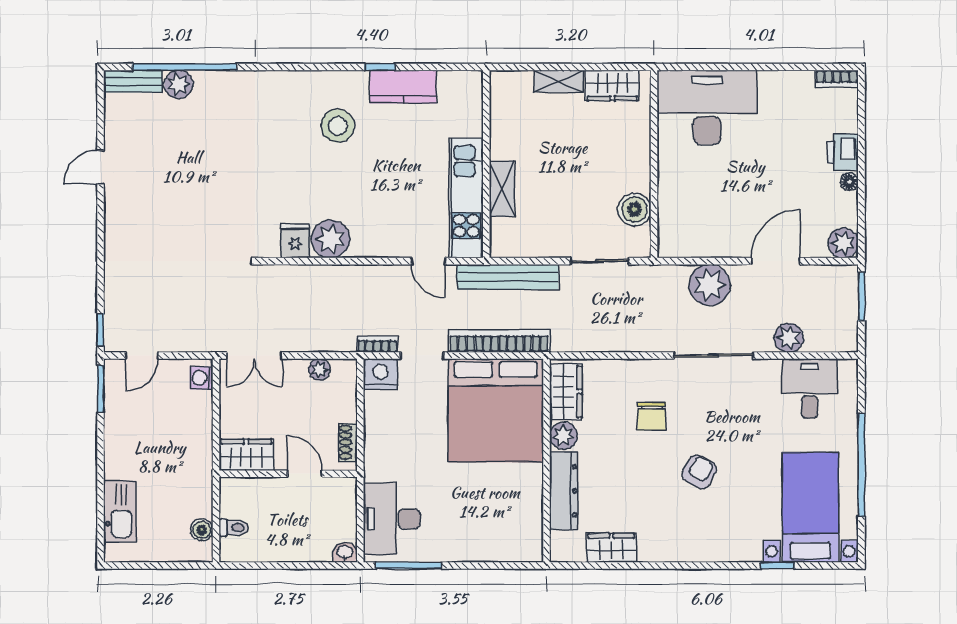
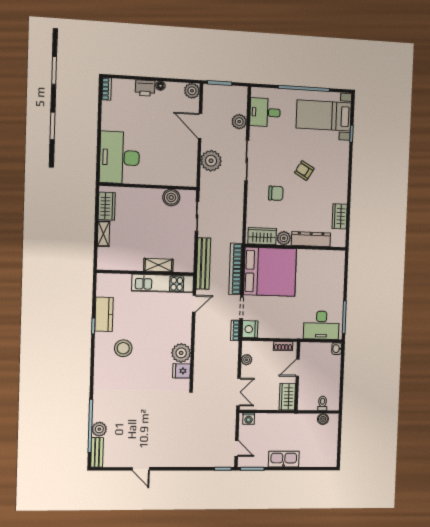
kitchen sink: (120, 511) -> (284, 459), moved

